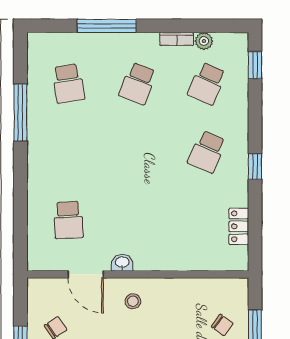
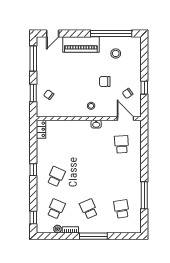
window: (107, 26) -> (93, 236), moved
school desk: (138, 83) -> (89, 209), turned -45
locker: (239, 226) -> (41, 129), moved
door: (86, 274) -> (125, 119), moved

